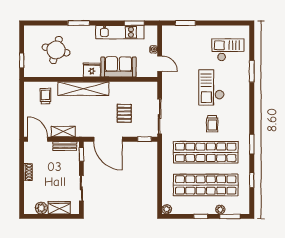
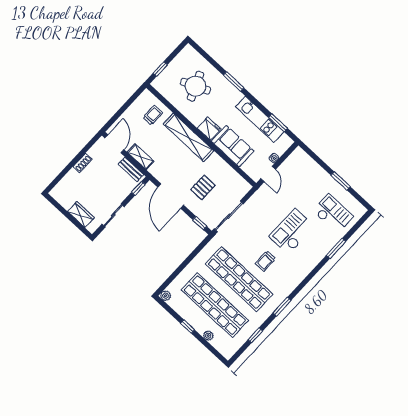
window: (185, 23) -> (341, 181), moved
round table: (56, 50) -> (195, 86), turned -38
plant: (41, 208) -> (66, 202), removed
window: (230, 216) -> (211, 348), removed

